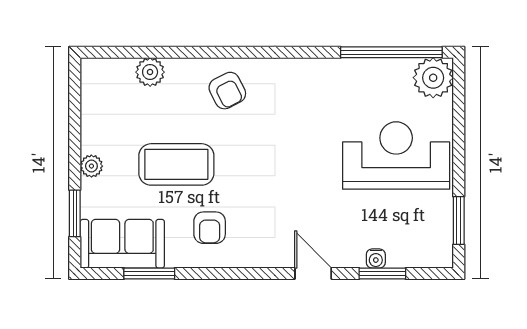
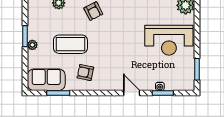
reception desk: (396, 155) -> (169, 40), turned 180
window: (75, 213) -> (25, 36), moved
armchair: (210, 228) -> (85, 73), turned 102

